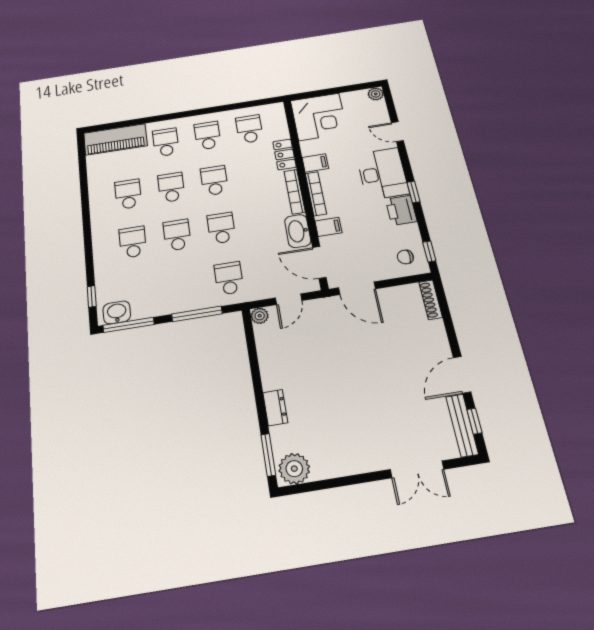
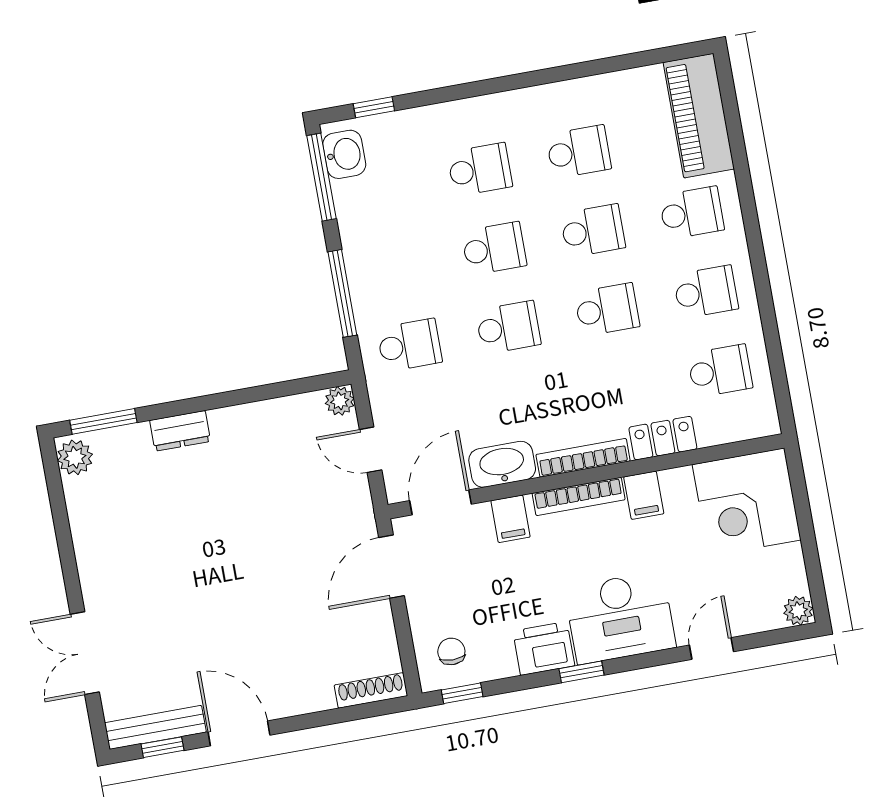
plant: (294, 469) -> (75, 457), width x0.73, depth x0.73

